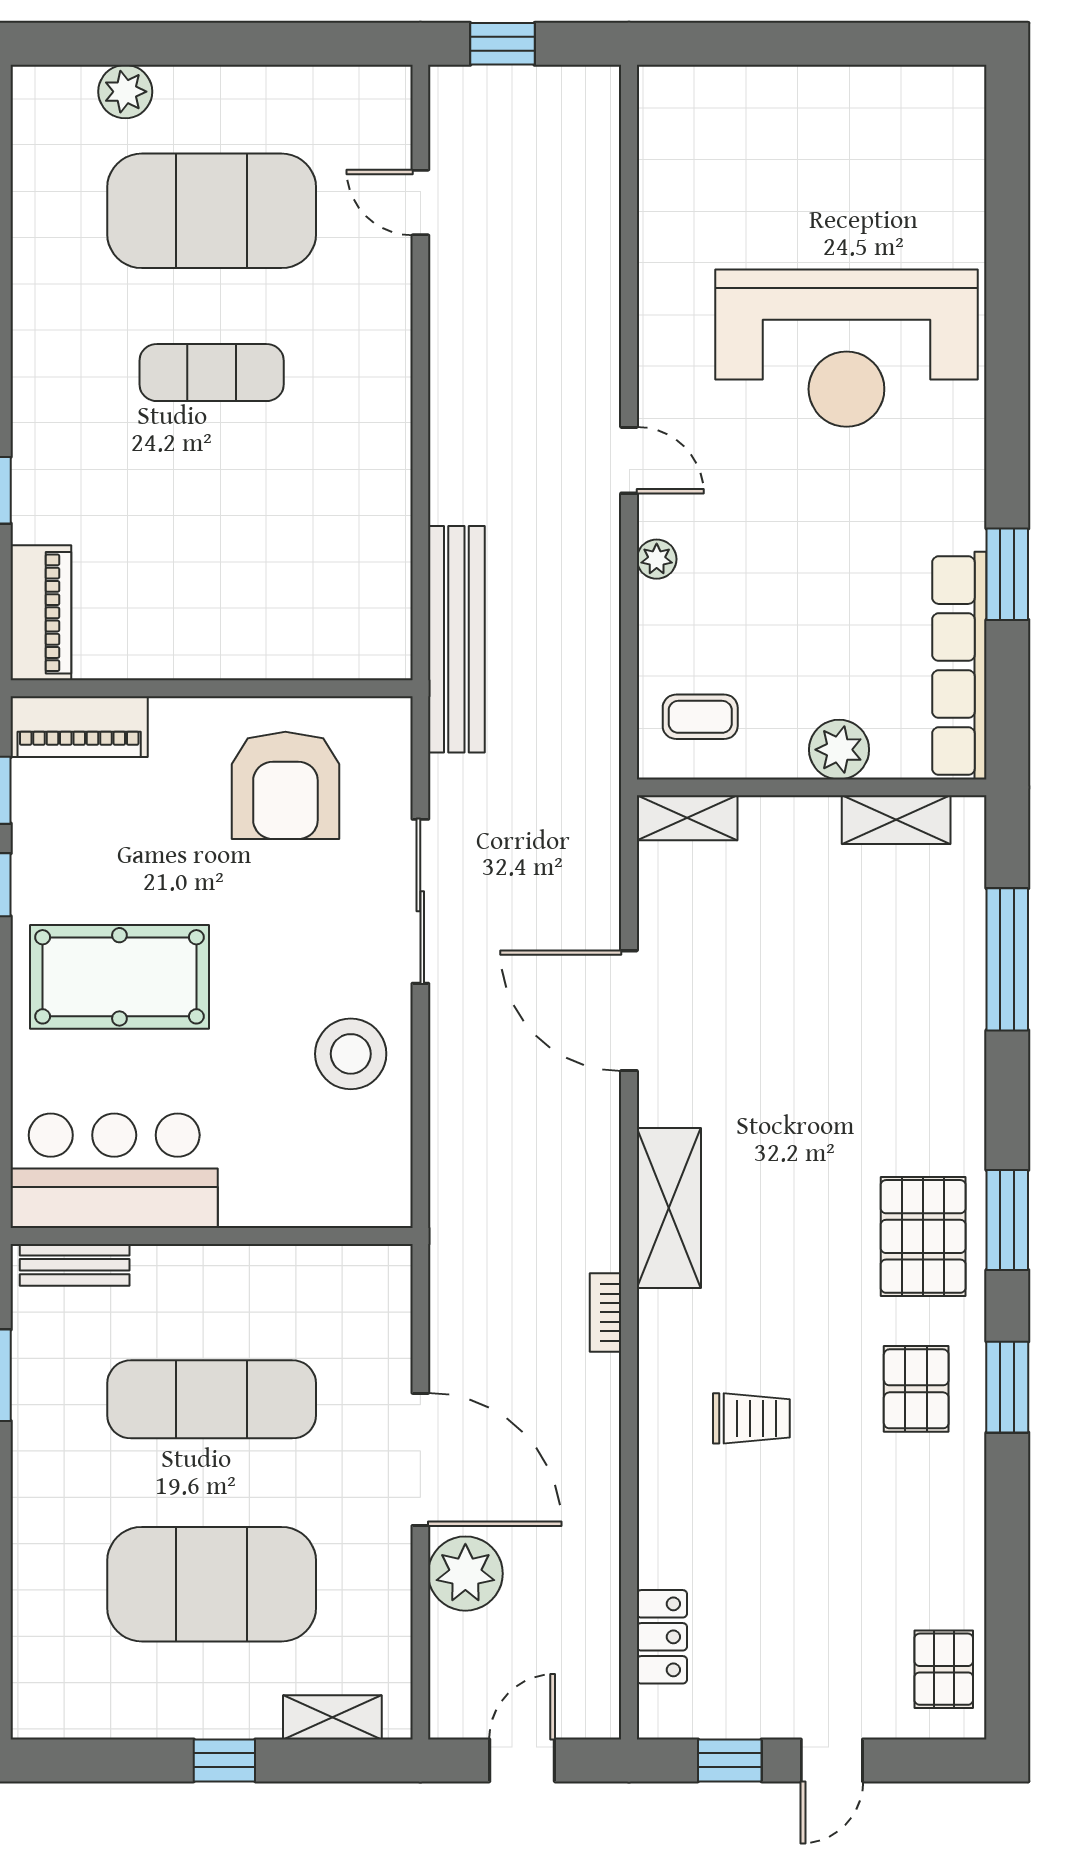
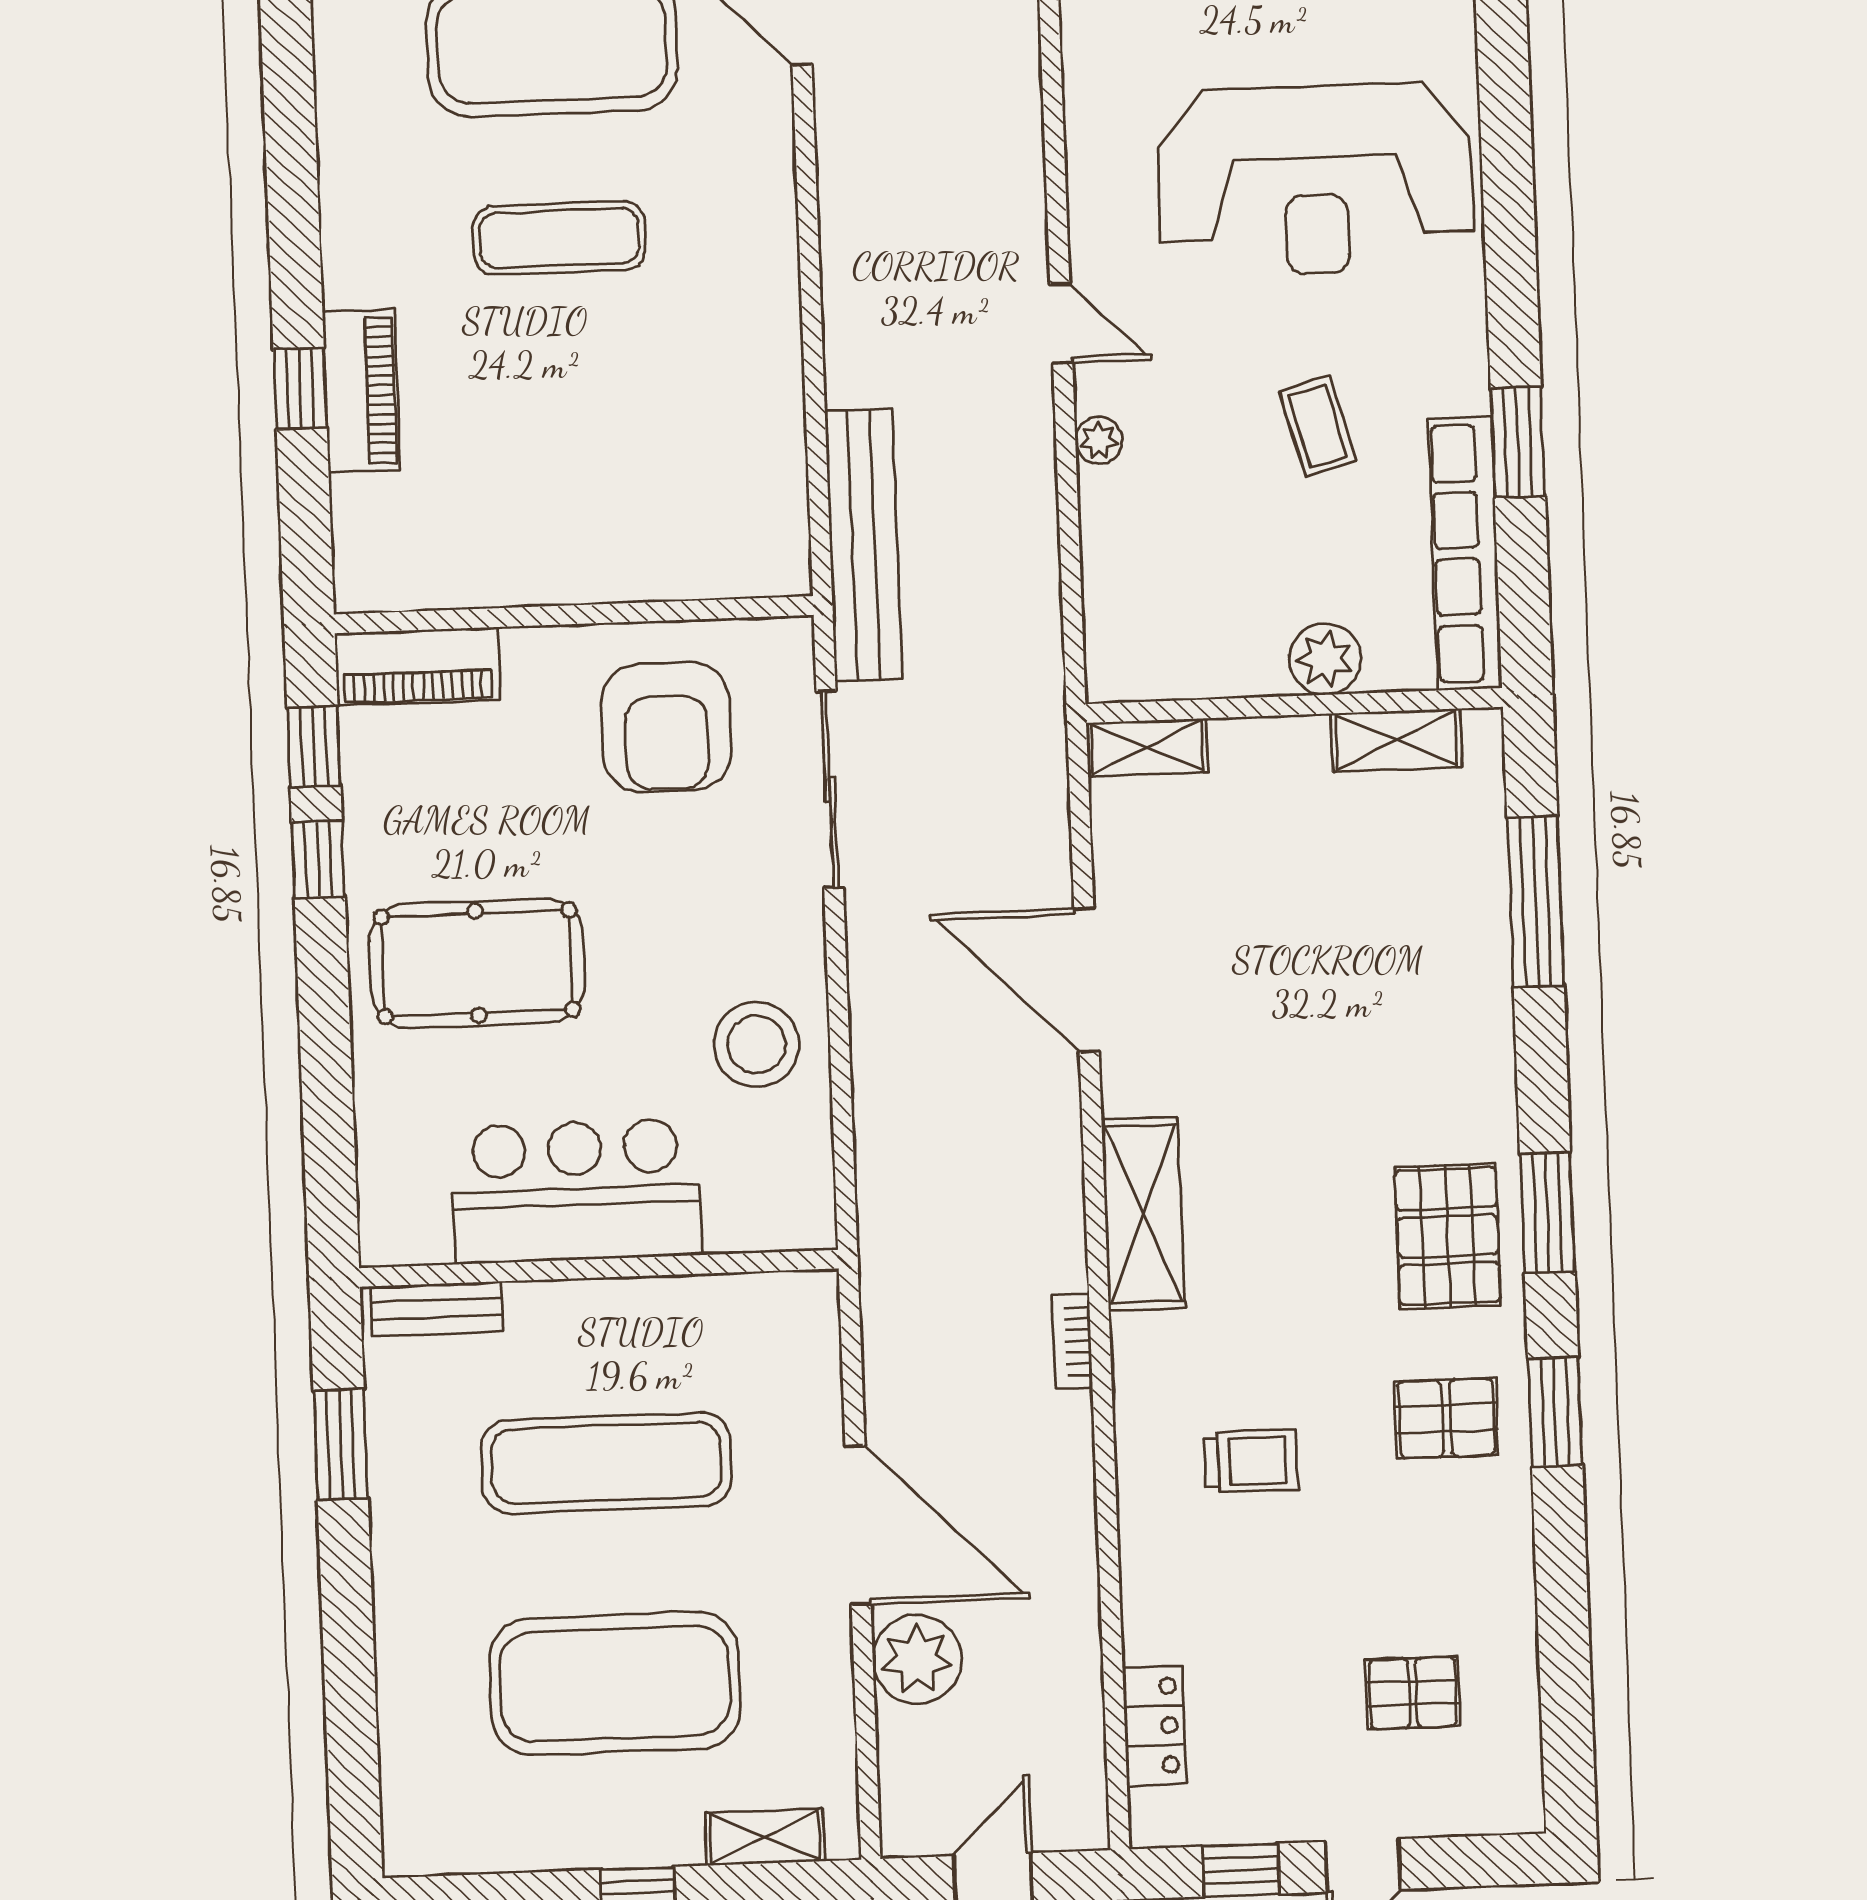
piano: (41, 613) -> (361, 391), moved
coffee table: (700, 717) -> (1318, 426), moved, turned 75
sliding door: (420, 901) -> (830, 789), moved
bar counter: (114, 1171) -> (576, 1191), moved
pallet: (916, 1389) -> (1446, 1418), turned 90
pallet: (944, 1669) -> (1413, 1693), moved, turned 90

